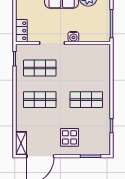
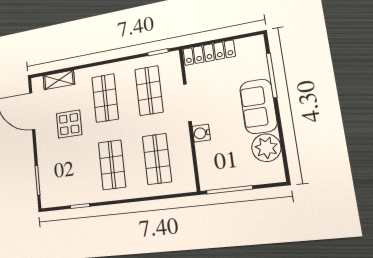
locker: (21, 31) -> (209, 53), width x1.53
shop shelf: (86, 68) -> (157, 159), added
display table: (69, 137) -> (69, 124), moved
shelving: (21, 143) -> (59, 80), moved

